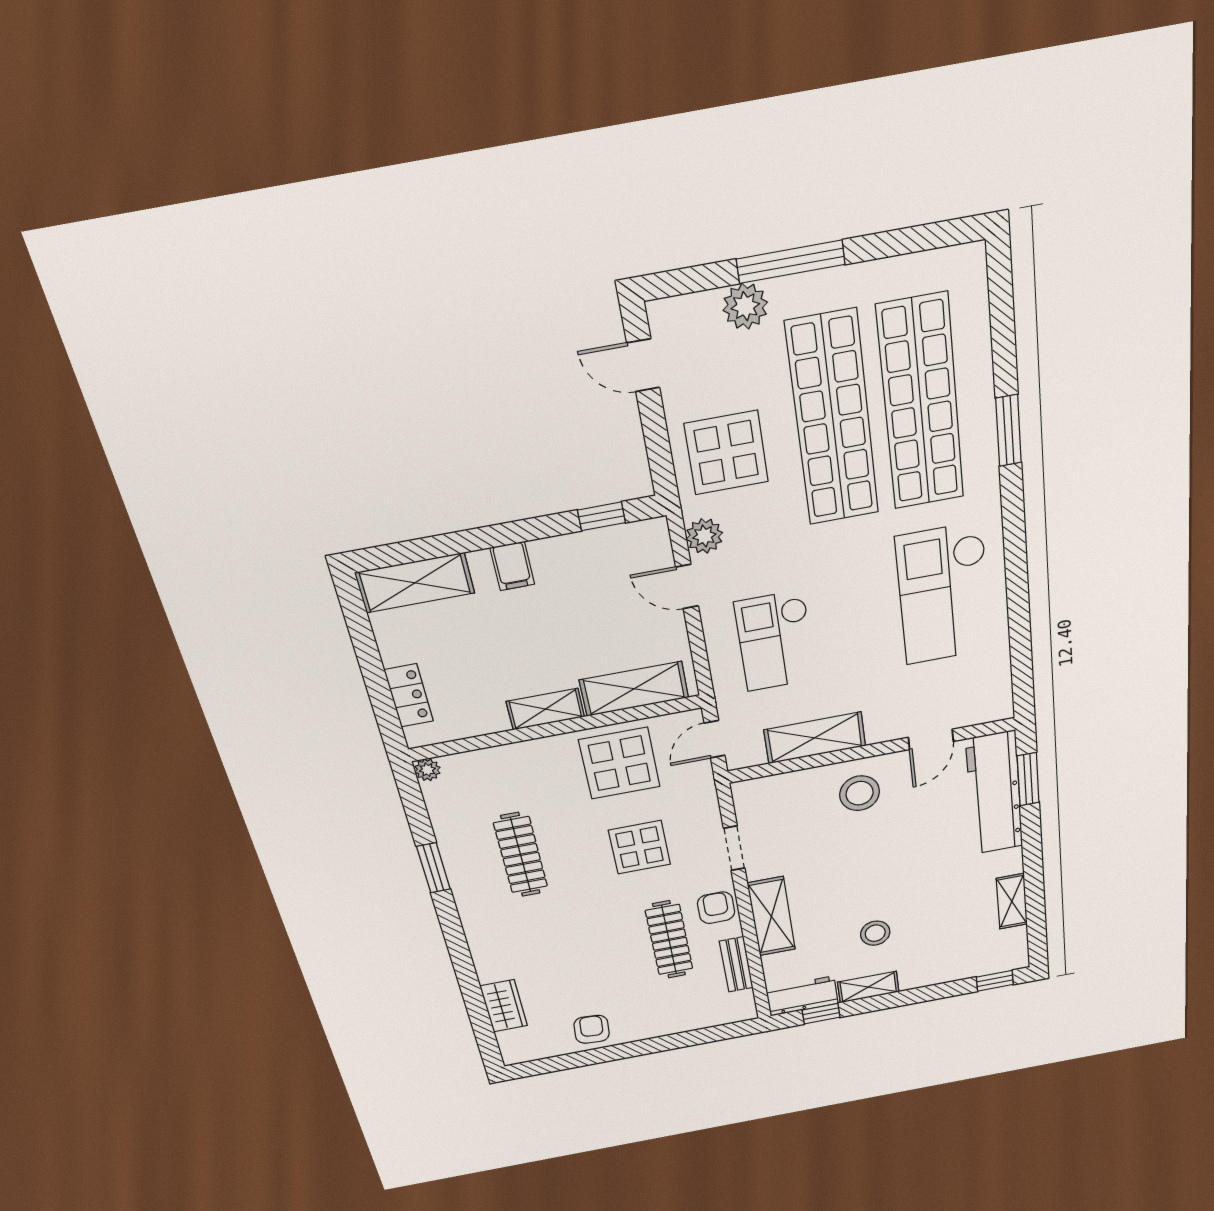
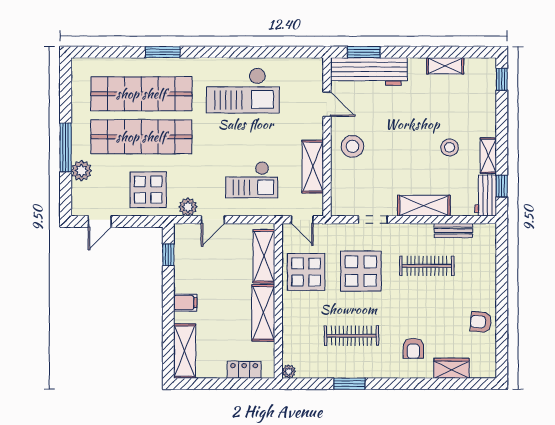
shelving: (545, 709) -> (263, 313), width x1.50, depth x1.33
display table: (640, 847) -> (361, 271), width x1.36, depth x1.36
armchair: (716, 908) -> (413, 348), moved, turned -90

